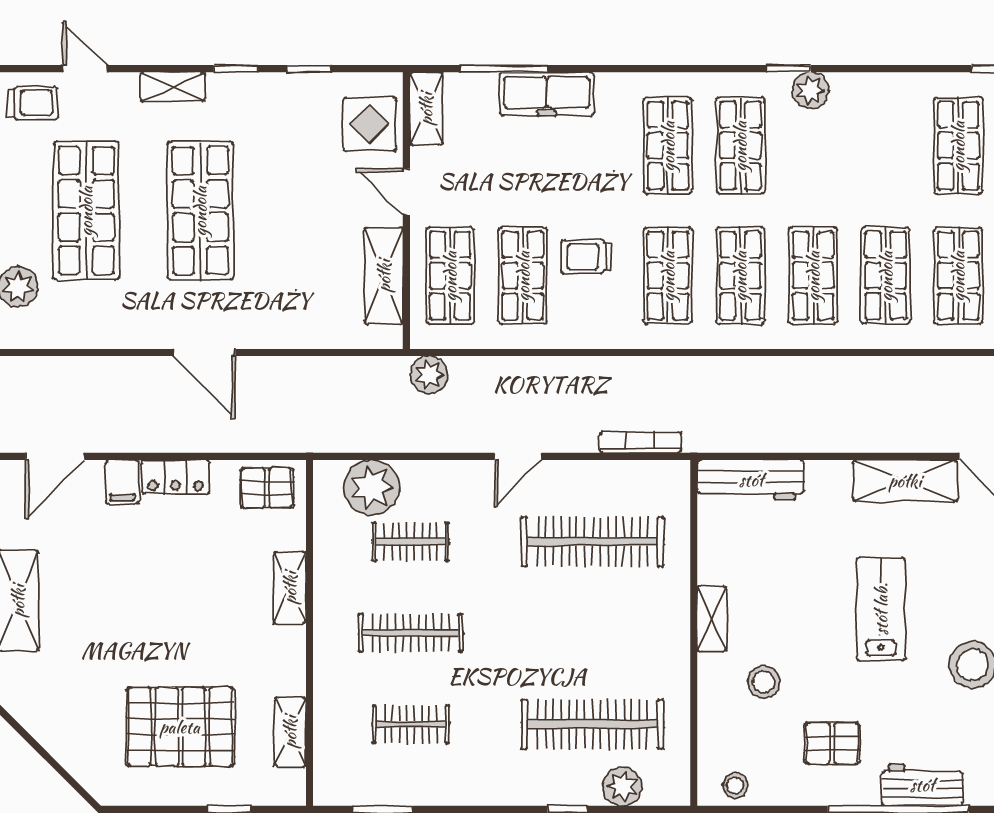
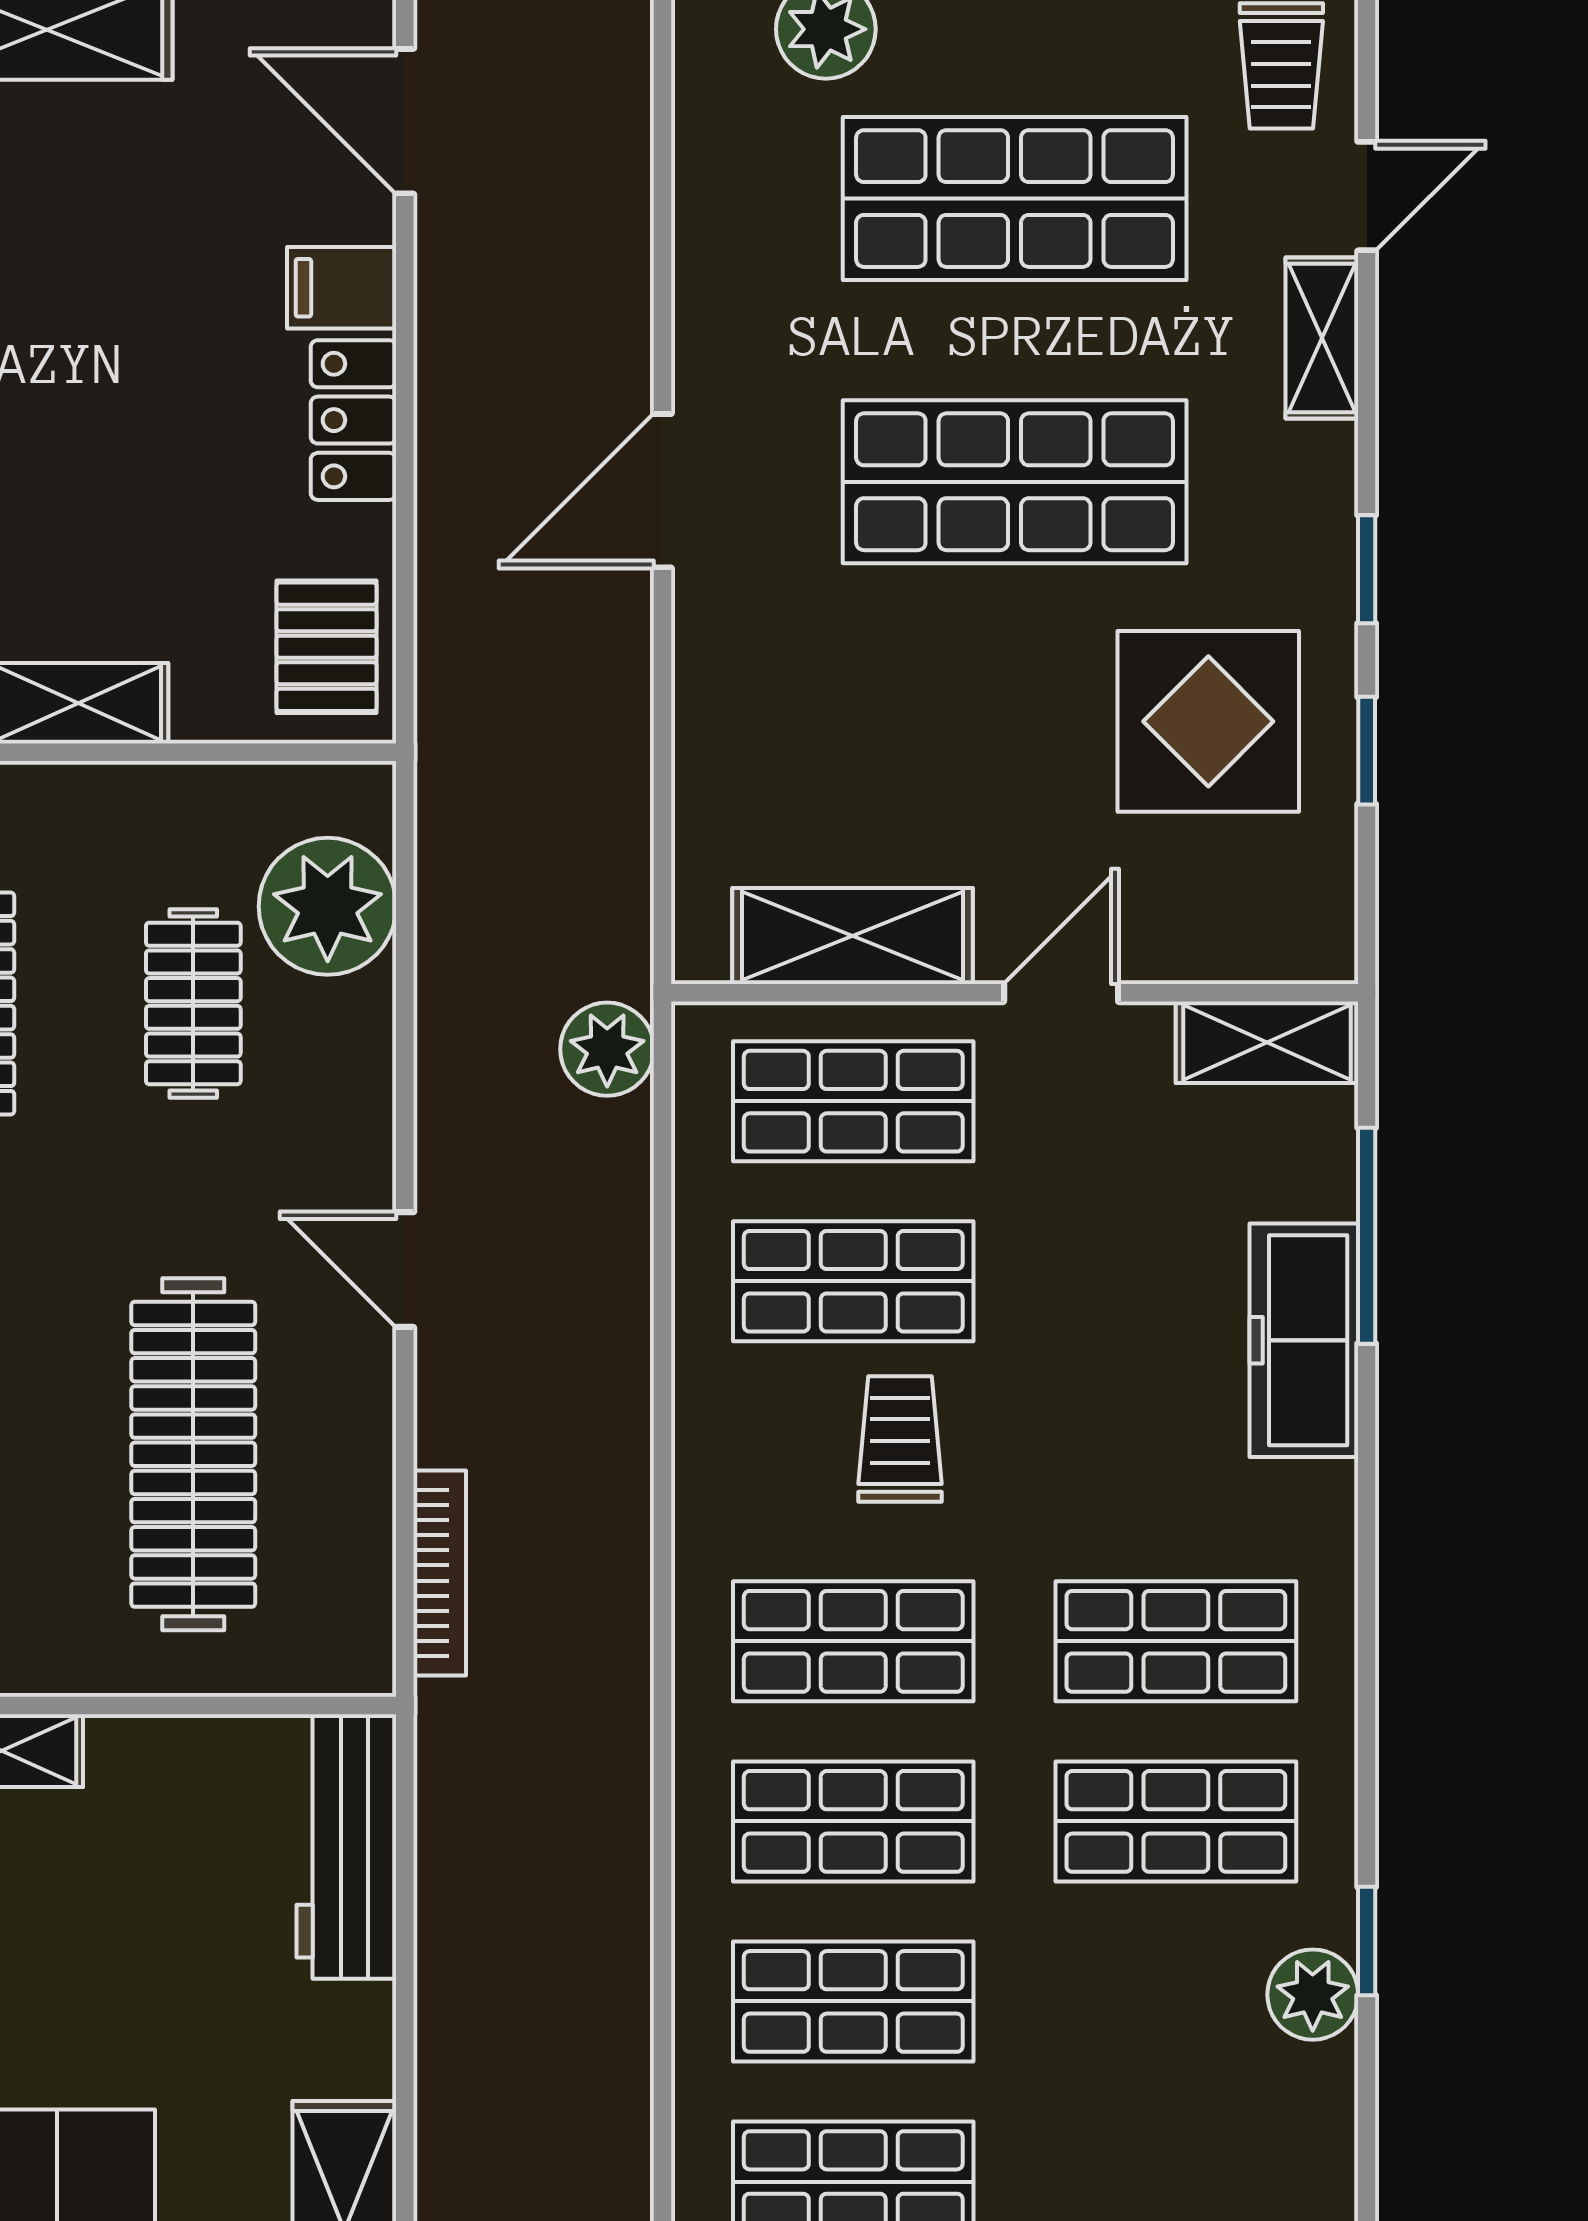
shelving: (173, 87) -> (1322, 338), moved
display table: (370, 124) -> (1208, 721), moved, width x1.36, depth x1.36

